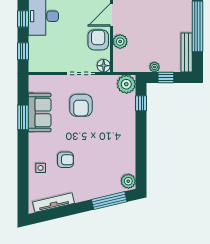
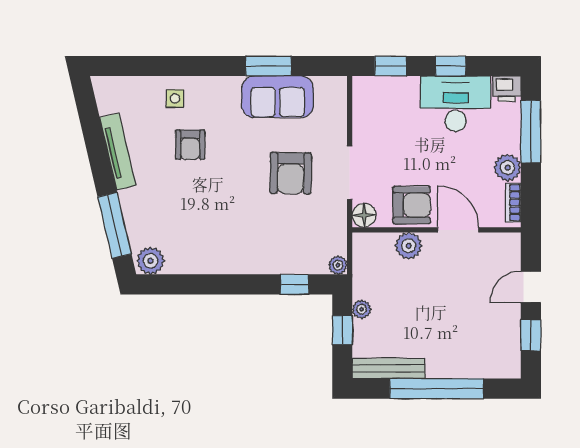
plant: (126, 84) -> (338, 265), width x0.53, depth x0.53
armchair: (81, 105) -> (291, 173), turned -89
tv unit: (53, 203) -> (118, 152), moved

